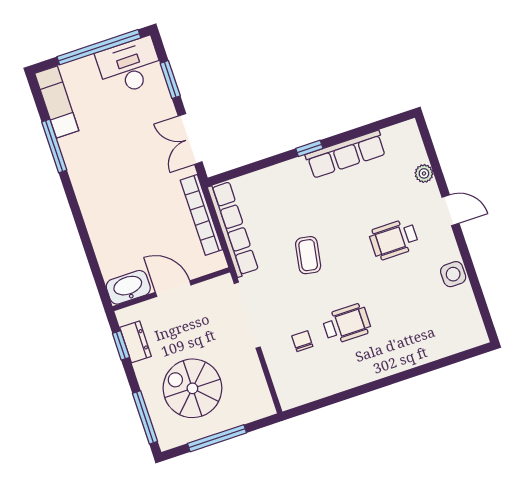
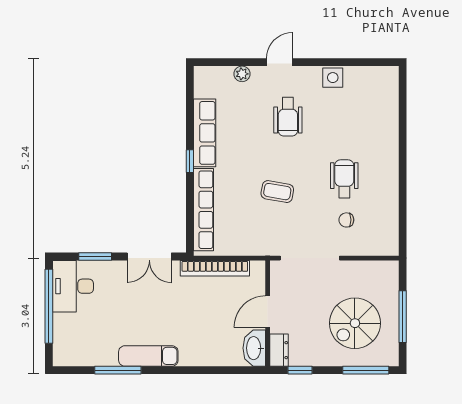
exam couch: (57, 102) -> (148, 356), moved
row of seats: (233, 229) -> (204, 210), moved, turned 90
dresser: (136, 342) -> (279, 350), moved, turned 90

